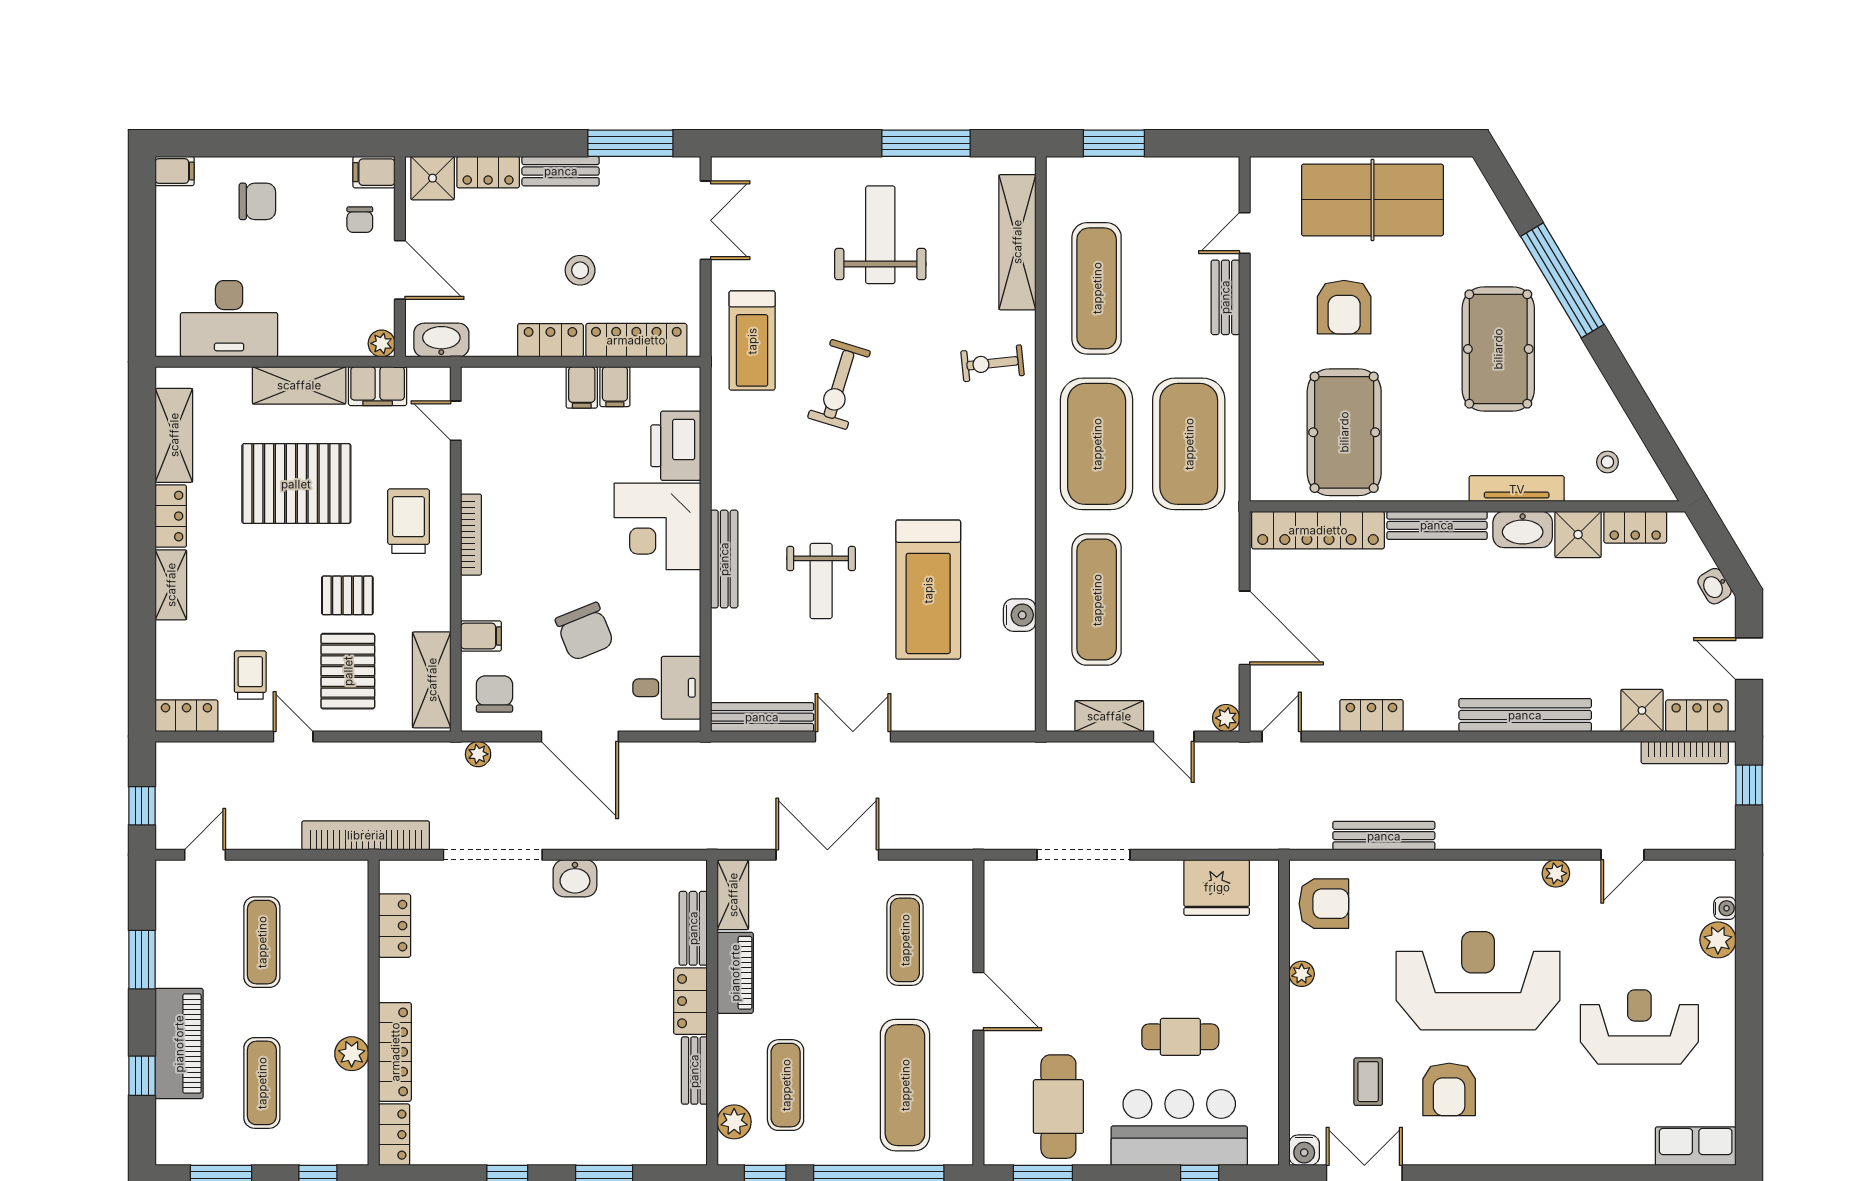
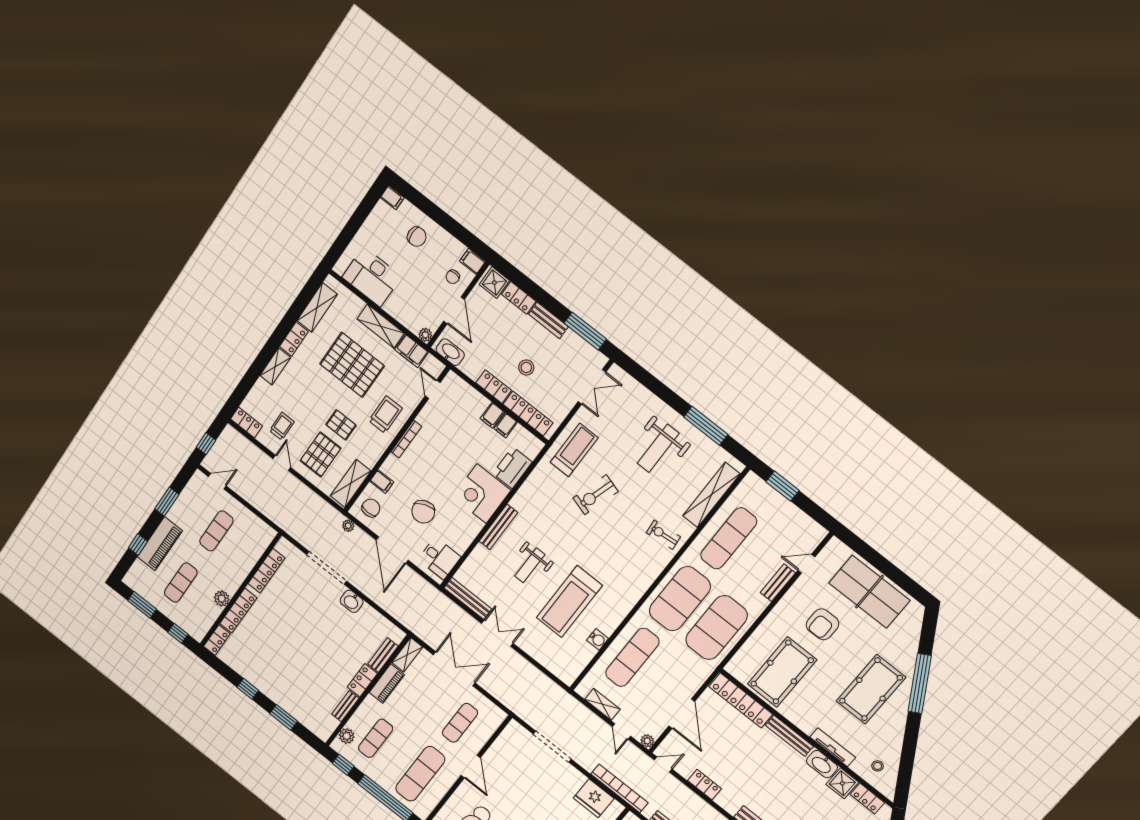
weight bench: (880, 235) -> (658, 448), turned 180
treadmill: (752, 341) -> (574, 450), turned 180
bookcase: (366, 835) -> (619, 788), moved
locker: (395, 926) -> (266, 571), width x1.53

